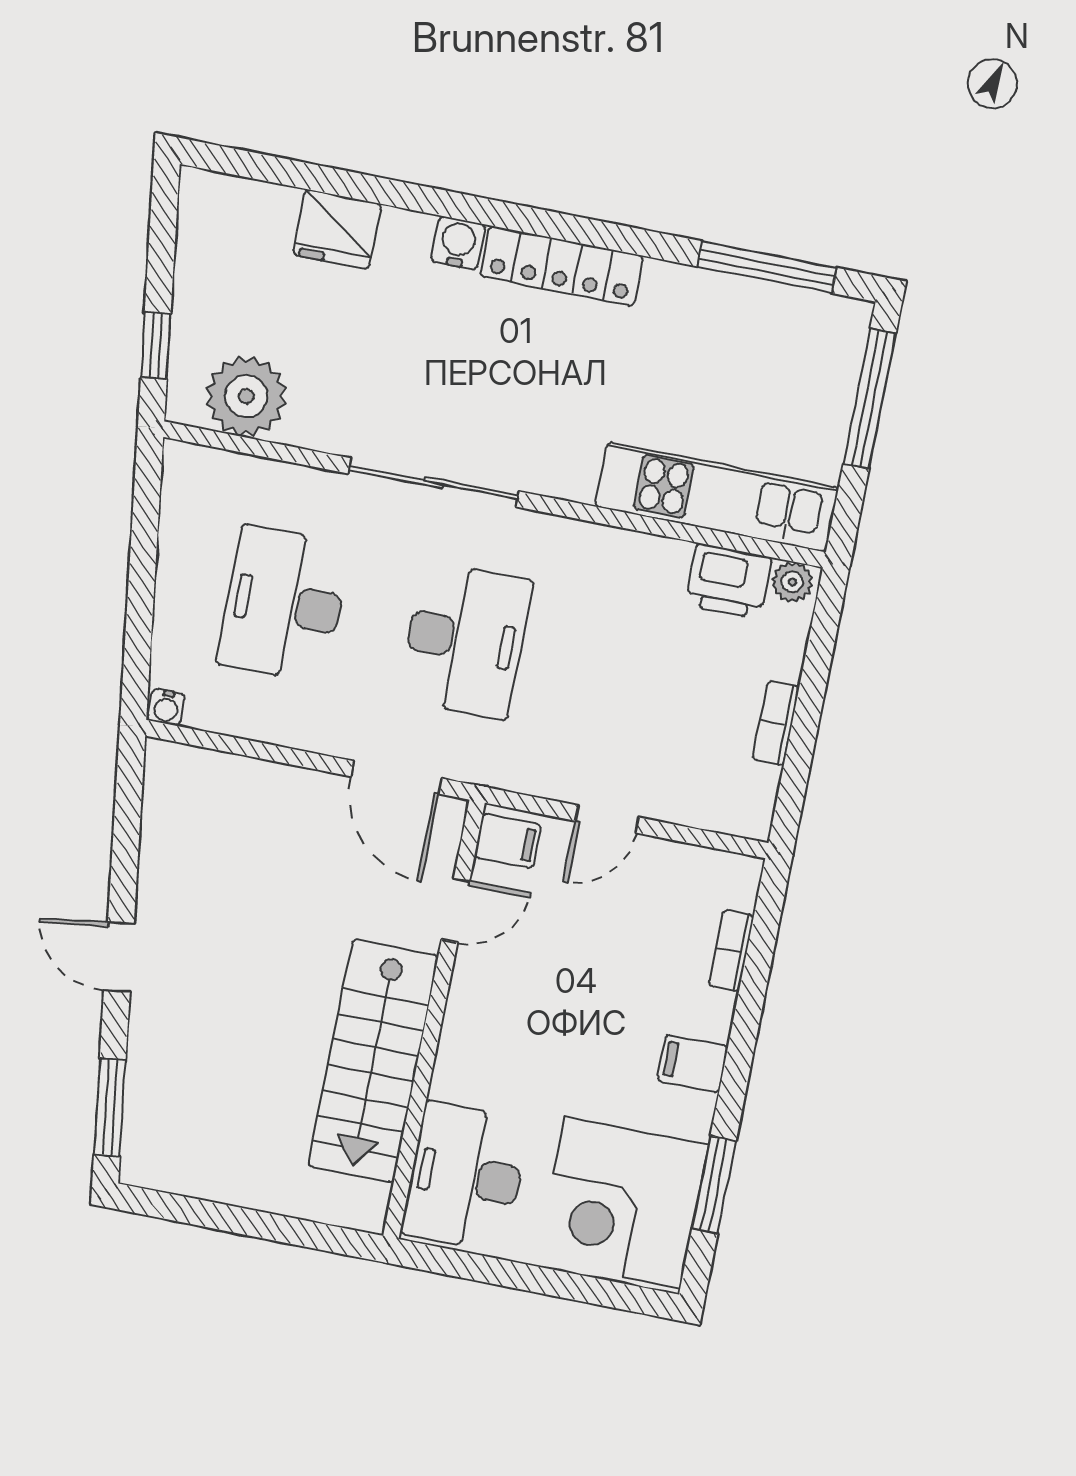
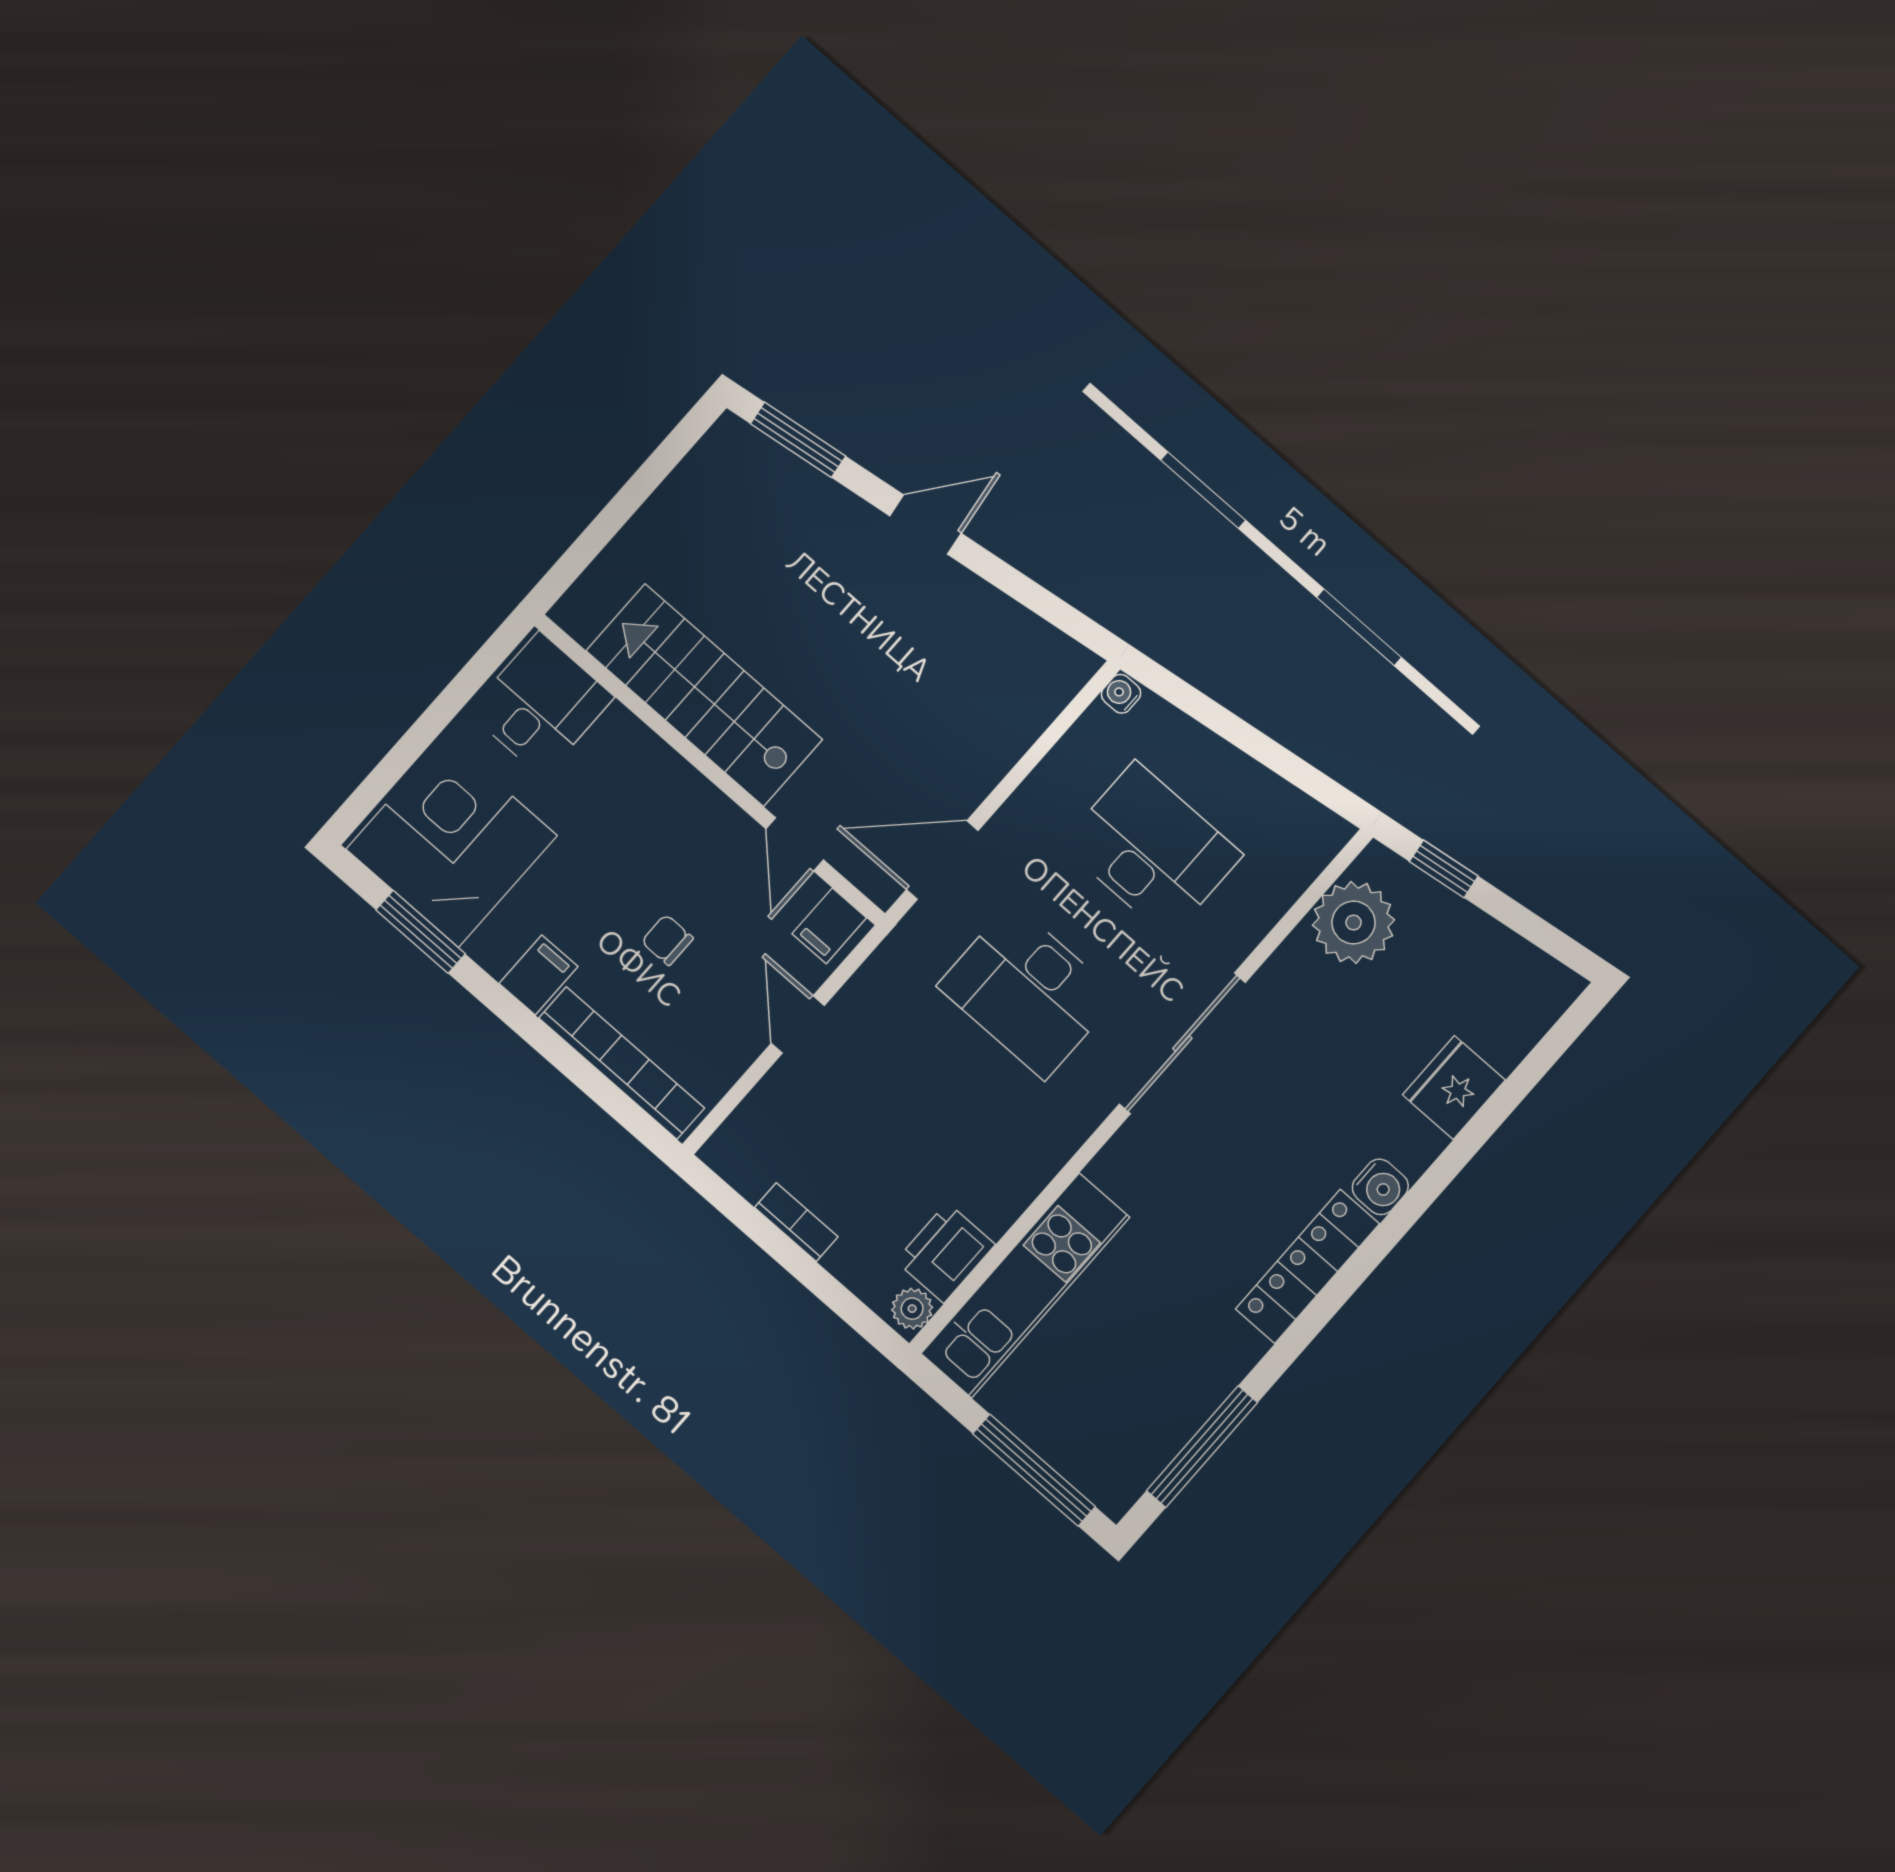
bookcase: (731, 951) -> (622, 1063), width x2.31, depth x1.31
chair: (600, 971) -> (667, 940), added
desk: (465, 1177) -> (541, 705), width x0.73

